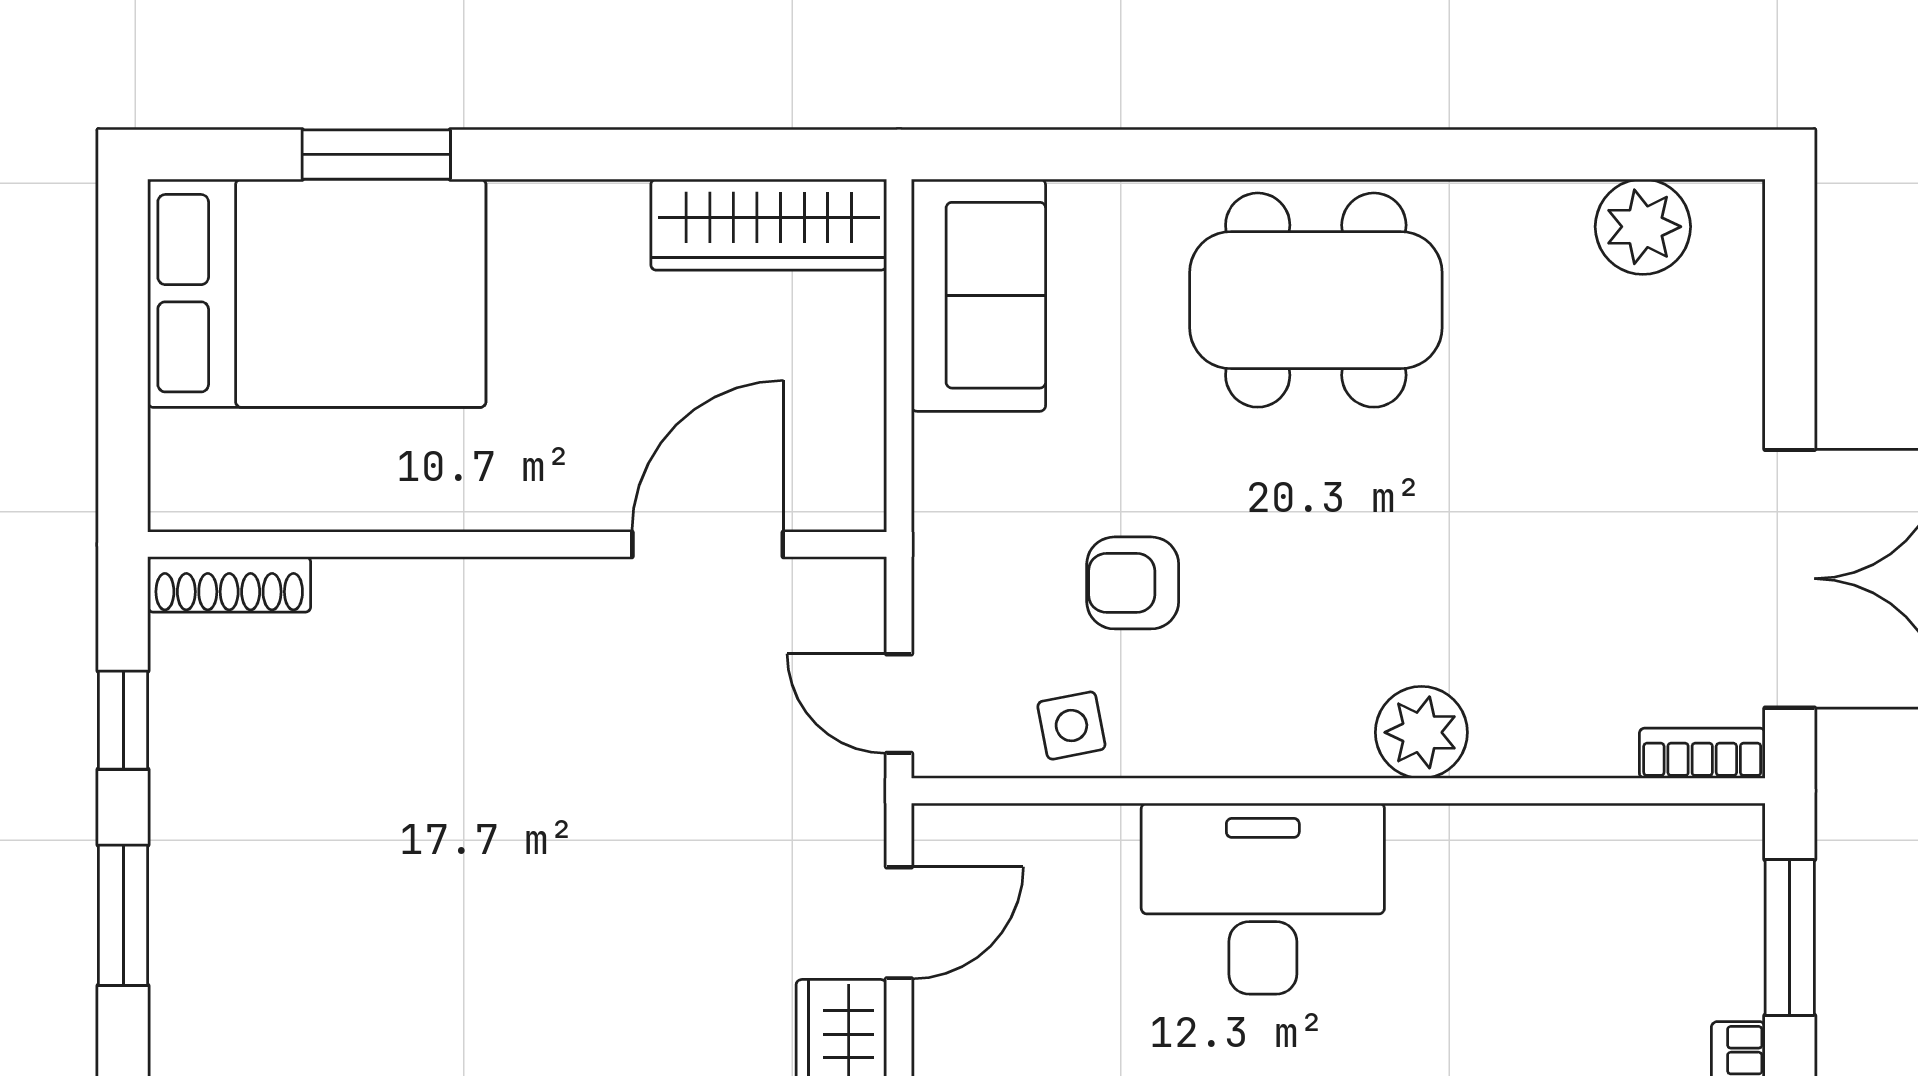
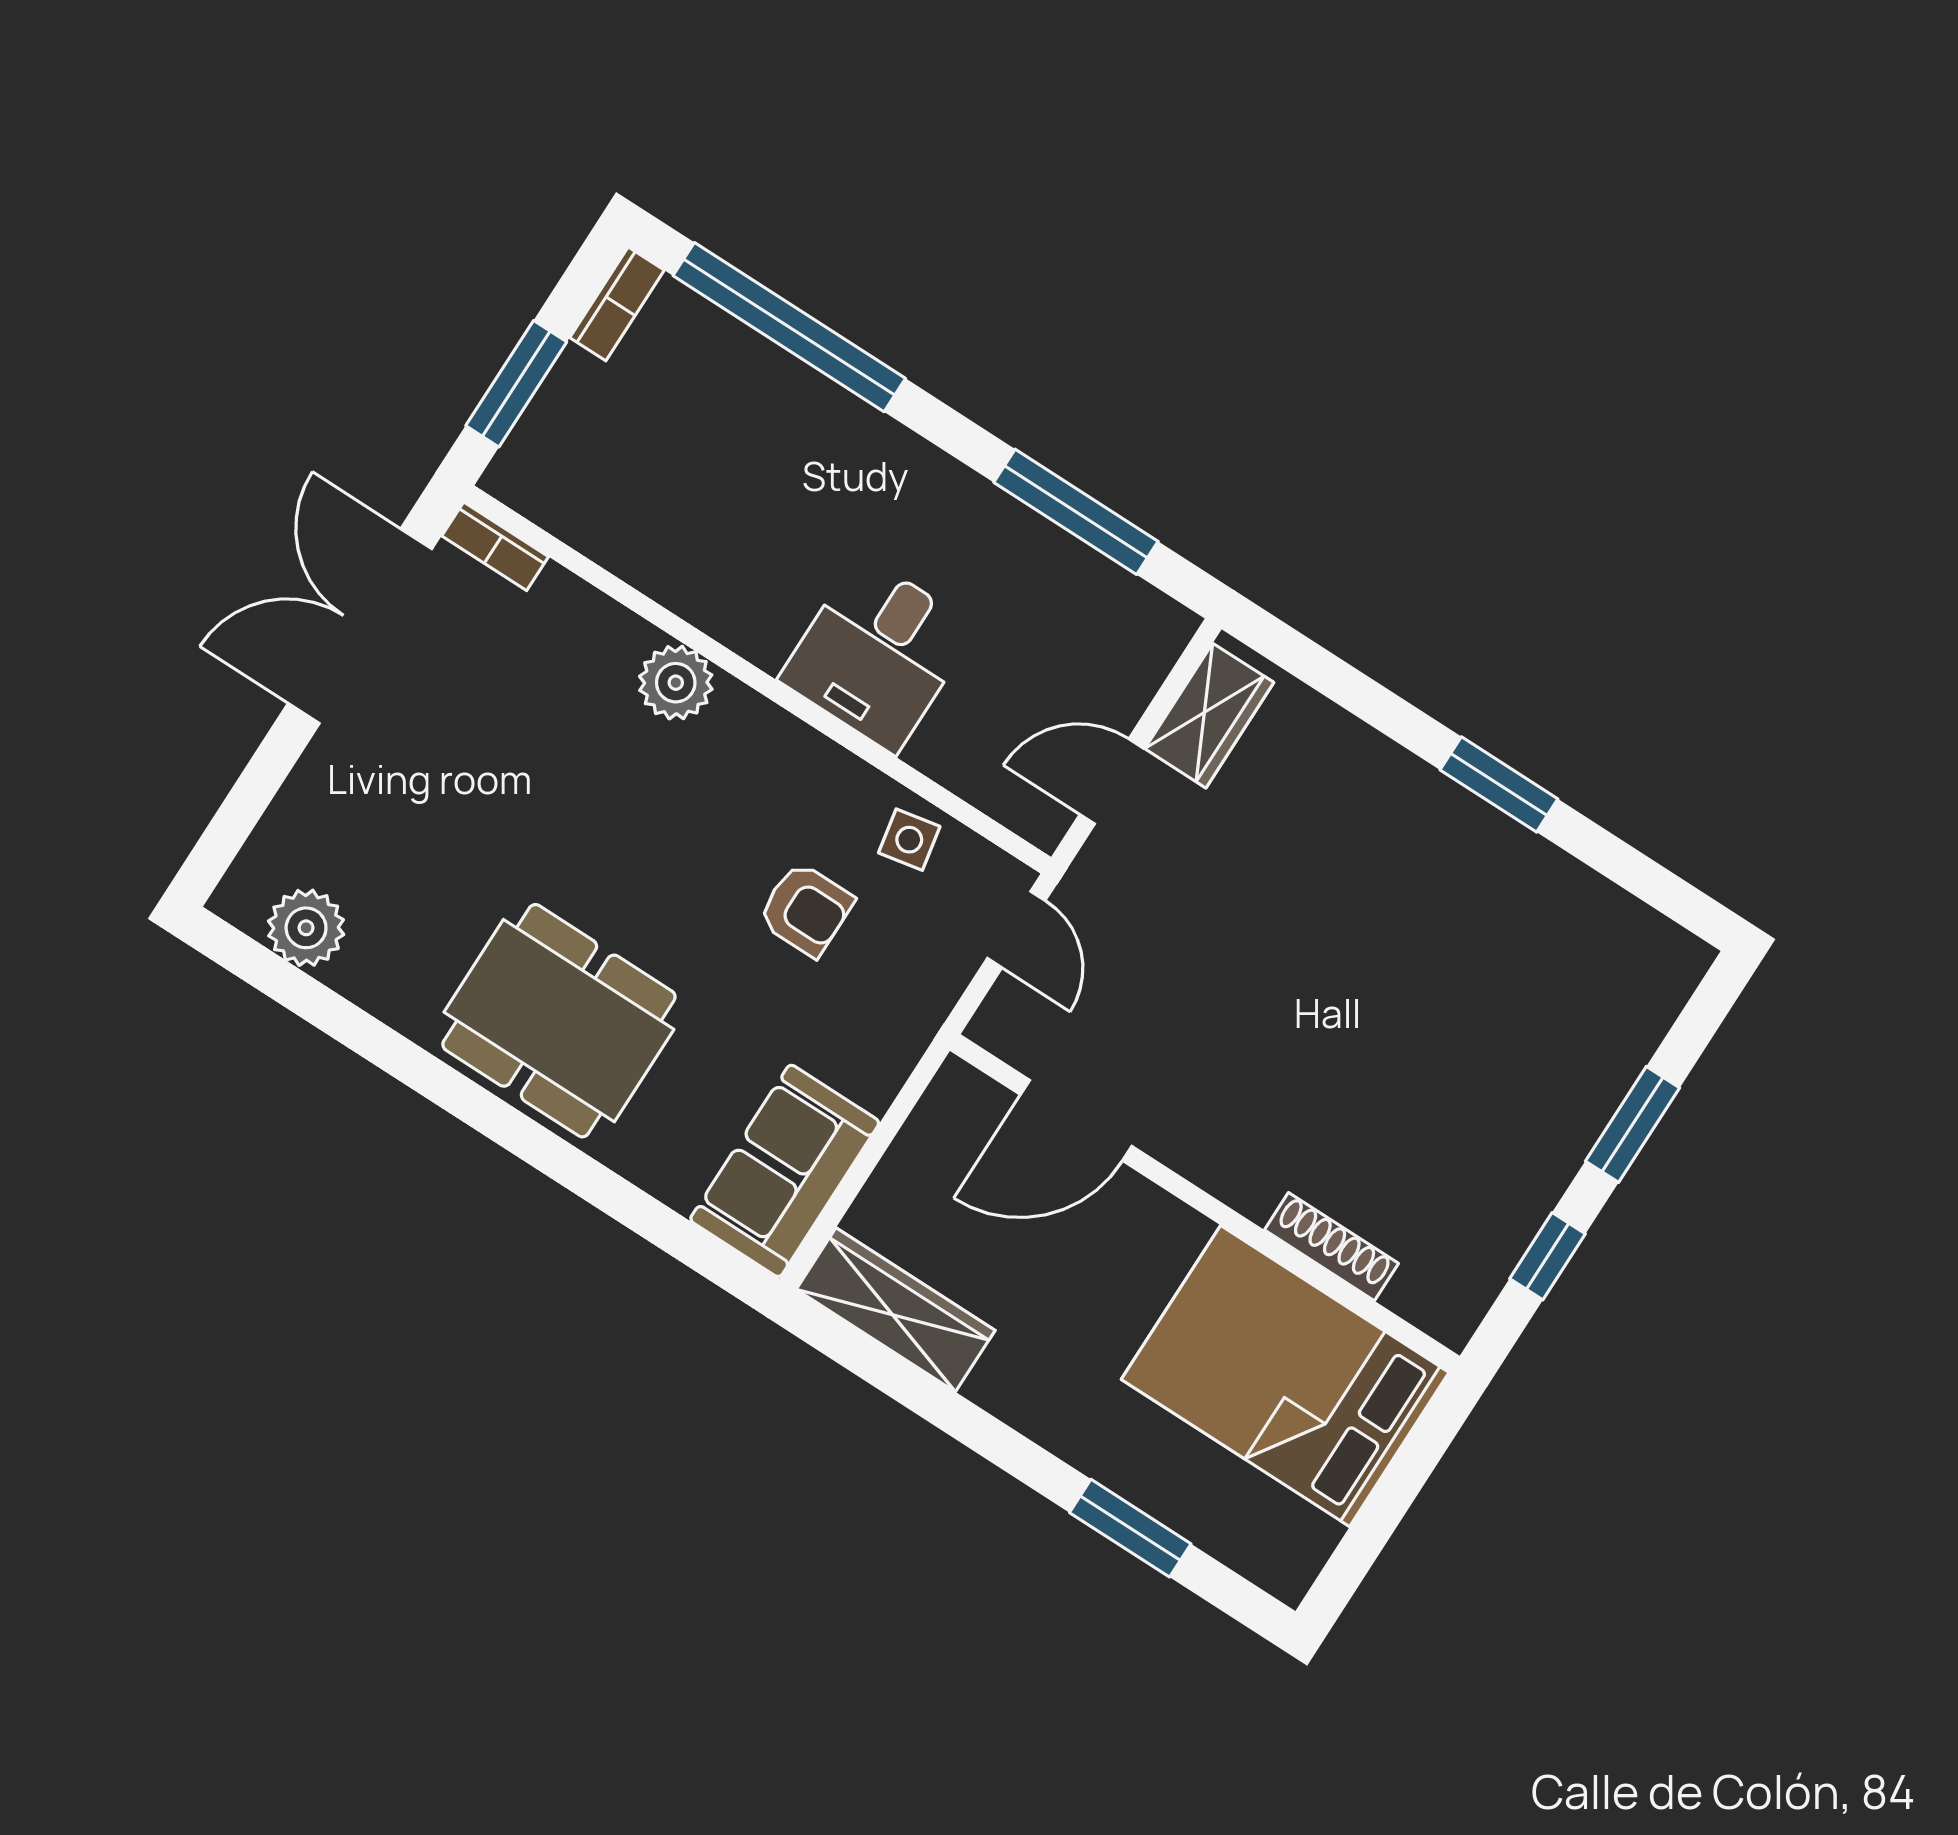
bed: (317, 293) -> (1285, 1376), moved
shoe rack: (229, 584) -> (1331, 1247), moved
desk: (1263, 899) -> (878, 654), width x0.73

